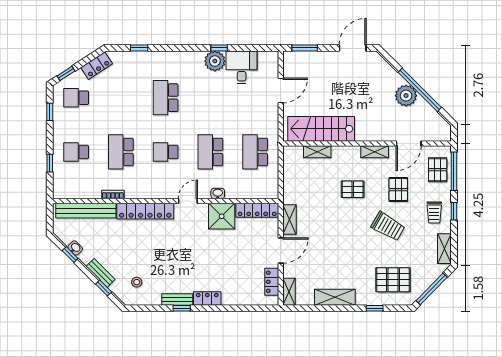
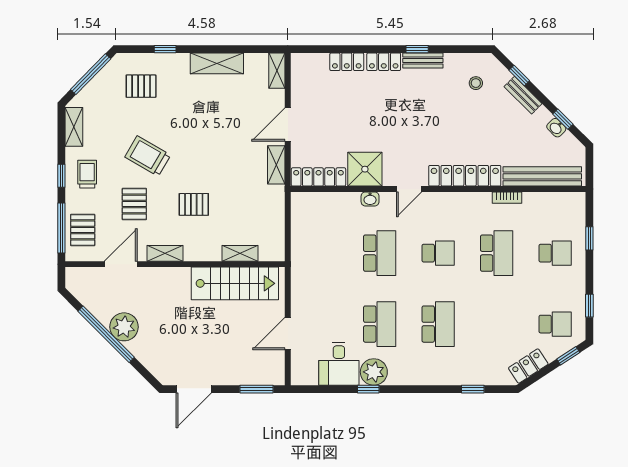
school desk: (255, 152) -> (380, 324), moved
pallet: (393, 280) -> (141, 86), width x0.67, depth x0.71
locker: (272, 282) -> (347, 62), moved, turned 90

